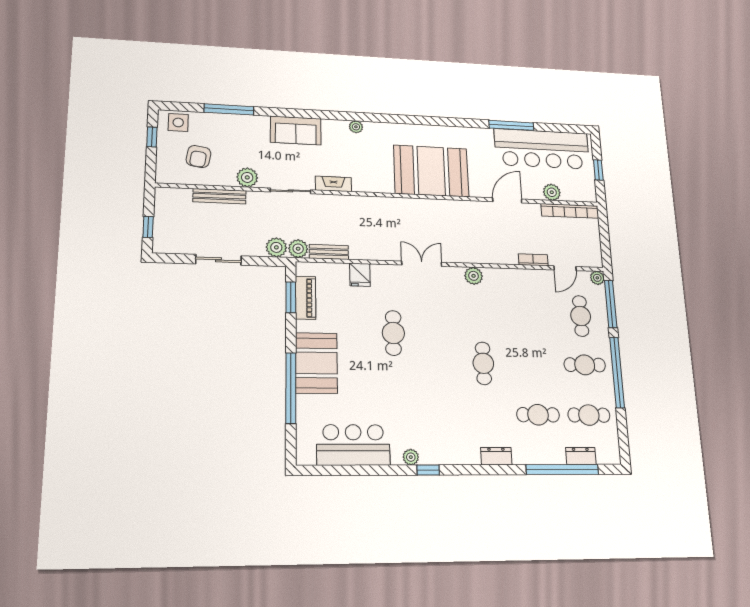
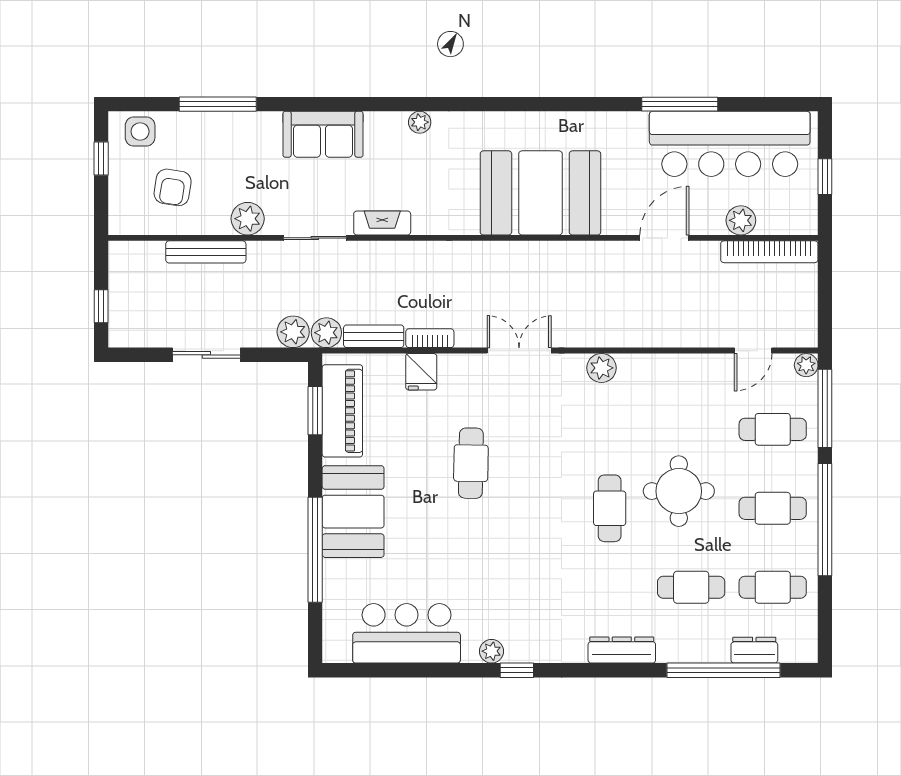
bookcase: (533, 260) -> (430, 338), moved
piano: (306, 298) -> (342, 411), width x1.37, depth x1.33
cafe table: (581, 316) -> (773, 429), turned 90
round table: (526, 353) -> (679, 491), added
dresser: (496, 456) -> (622, 650), width x1.44

